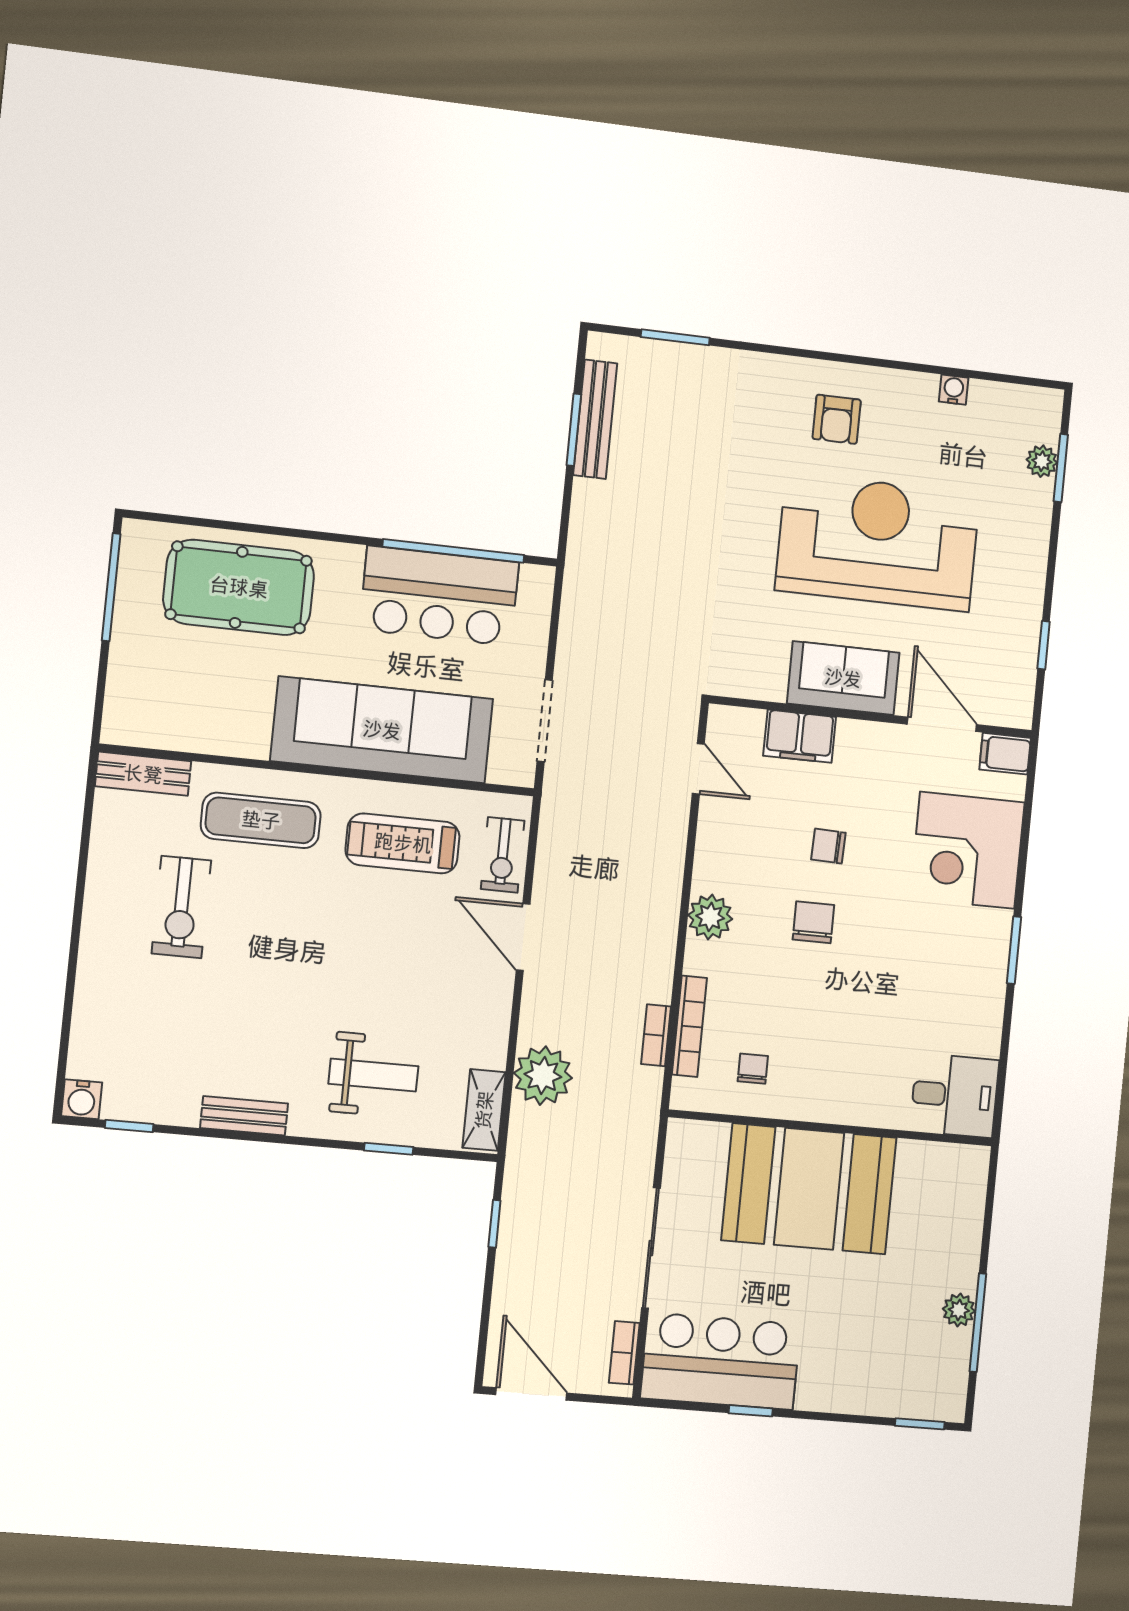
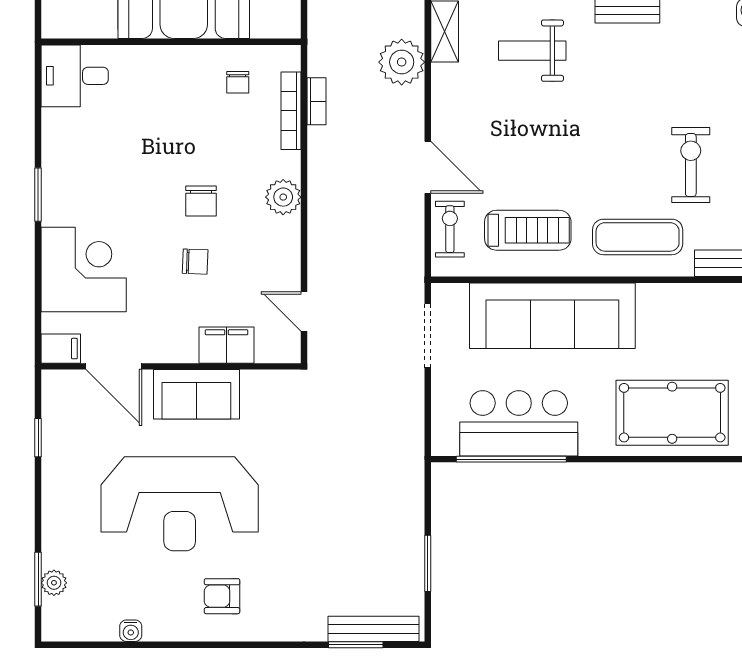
bench: (595, 419) -> (374, 629), moved, turned 90
armchair: (837, 419) -> (222, 596), turned -90

